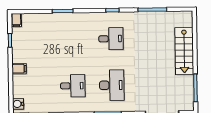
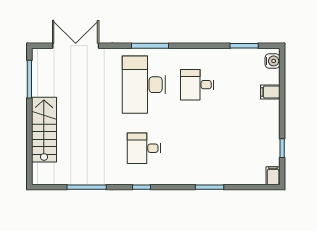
filing cabinet: (19, 69) -> (270, 92), moved
desk: (112, 85) -> (144, 85), width x1.36, depth x1.30

